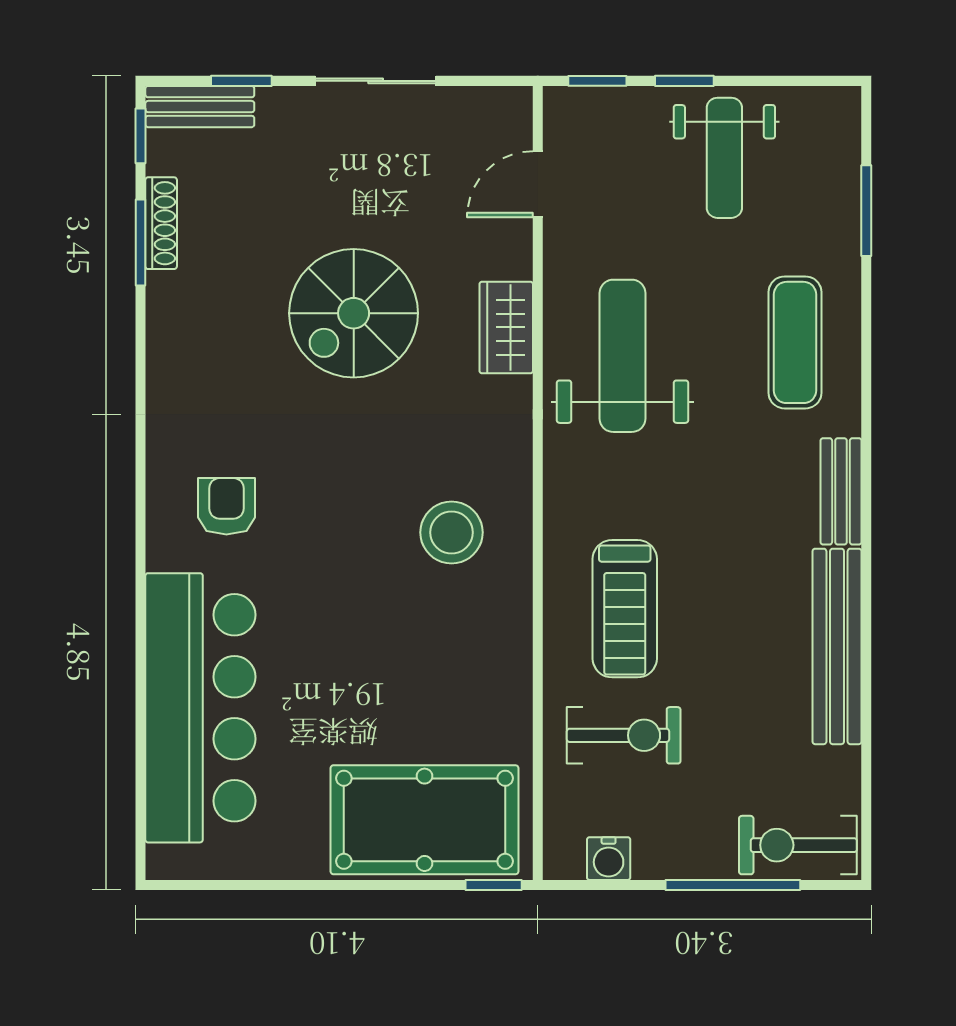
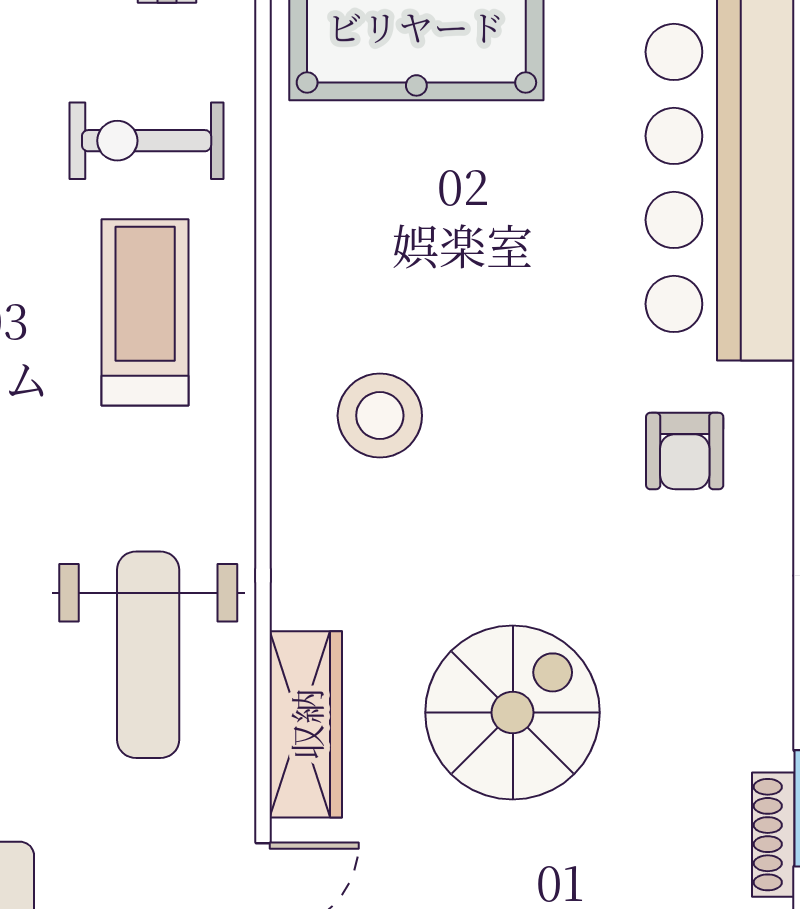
wardrobe: (506, 327) -> (306, 724), width x1.50

